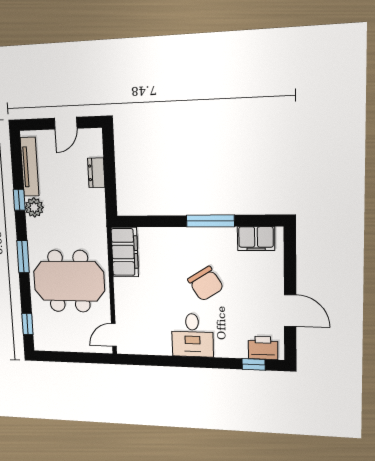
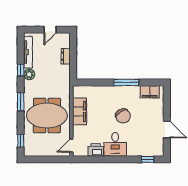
filing cabinet: (125, 252) -> (80, 111), moved
printer: (263, 348) -> (96, 150), moved

